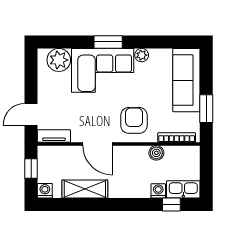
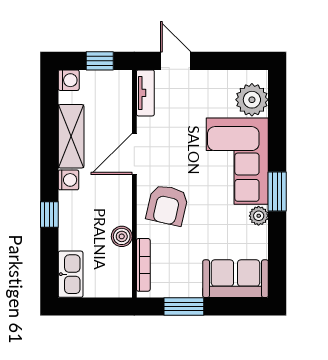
window: (108, 42) -> (277, 191), moved
sofa: (186, 80) -> (236, 279), width x0.73
armchair: (134, 120) -> (167, 205), turned 103
washing machine: (158, 191) -> (68, 180), moved
window: (171, 204) -> (49, 214), moved

